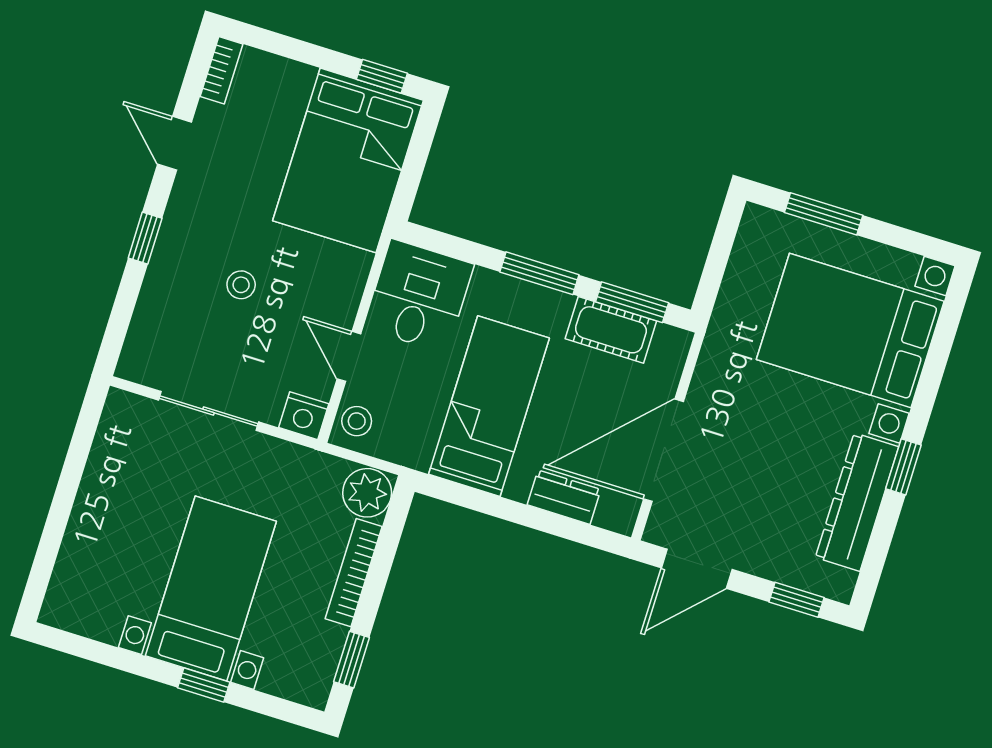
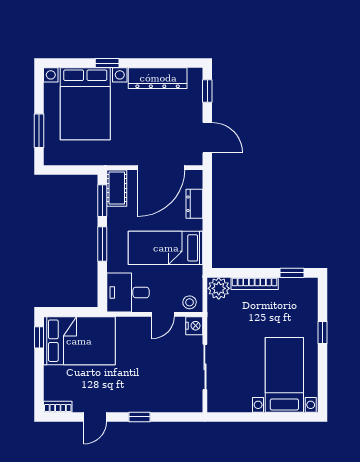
stool: (241, 285) -> (147, 370), removed
cot: (611, 330) -> (117, 188), moved
door: (664, 450) -> (161, 168), hinge flipped
window: (903, 467) -> (107, 63), moved
bed with nightstands: (211, 589) -> (284, 375), moved, turned 90

